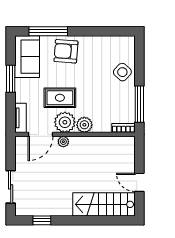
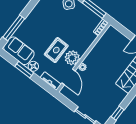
armchair: (66, 51) -> (33, 27), removed
floor lamp: (22, 86) -> (33, 66), added
plant: (84, 125) -> (82, 48), removed

